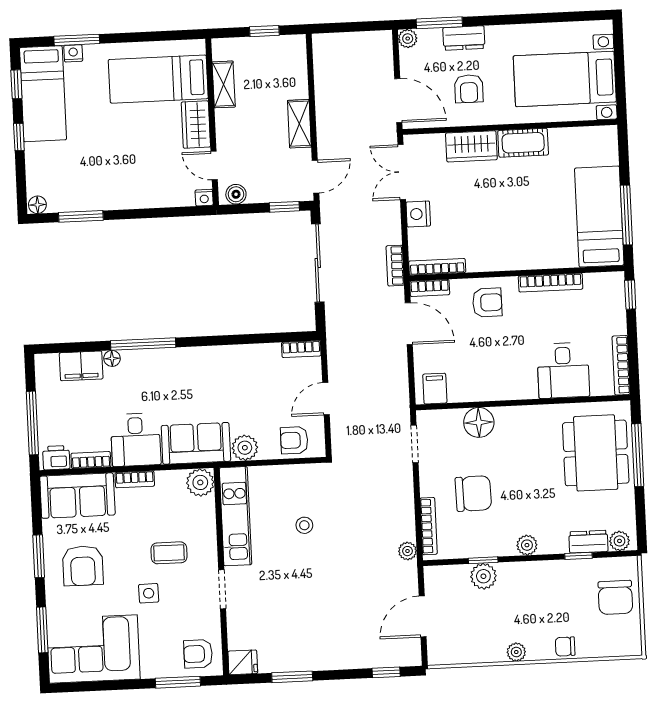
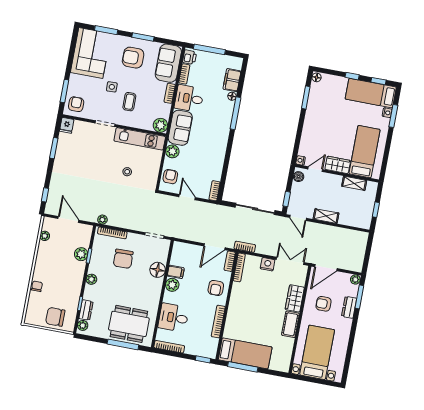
plant: (501, 388) -> (172, 285), added
filing cabinet: (435, 389) -> (176, 272), moved
plant: (516, 652) -> (45, 236), moved

